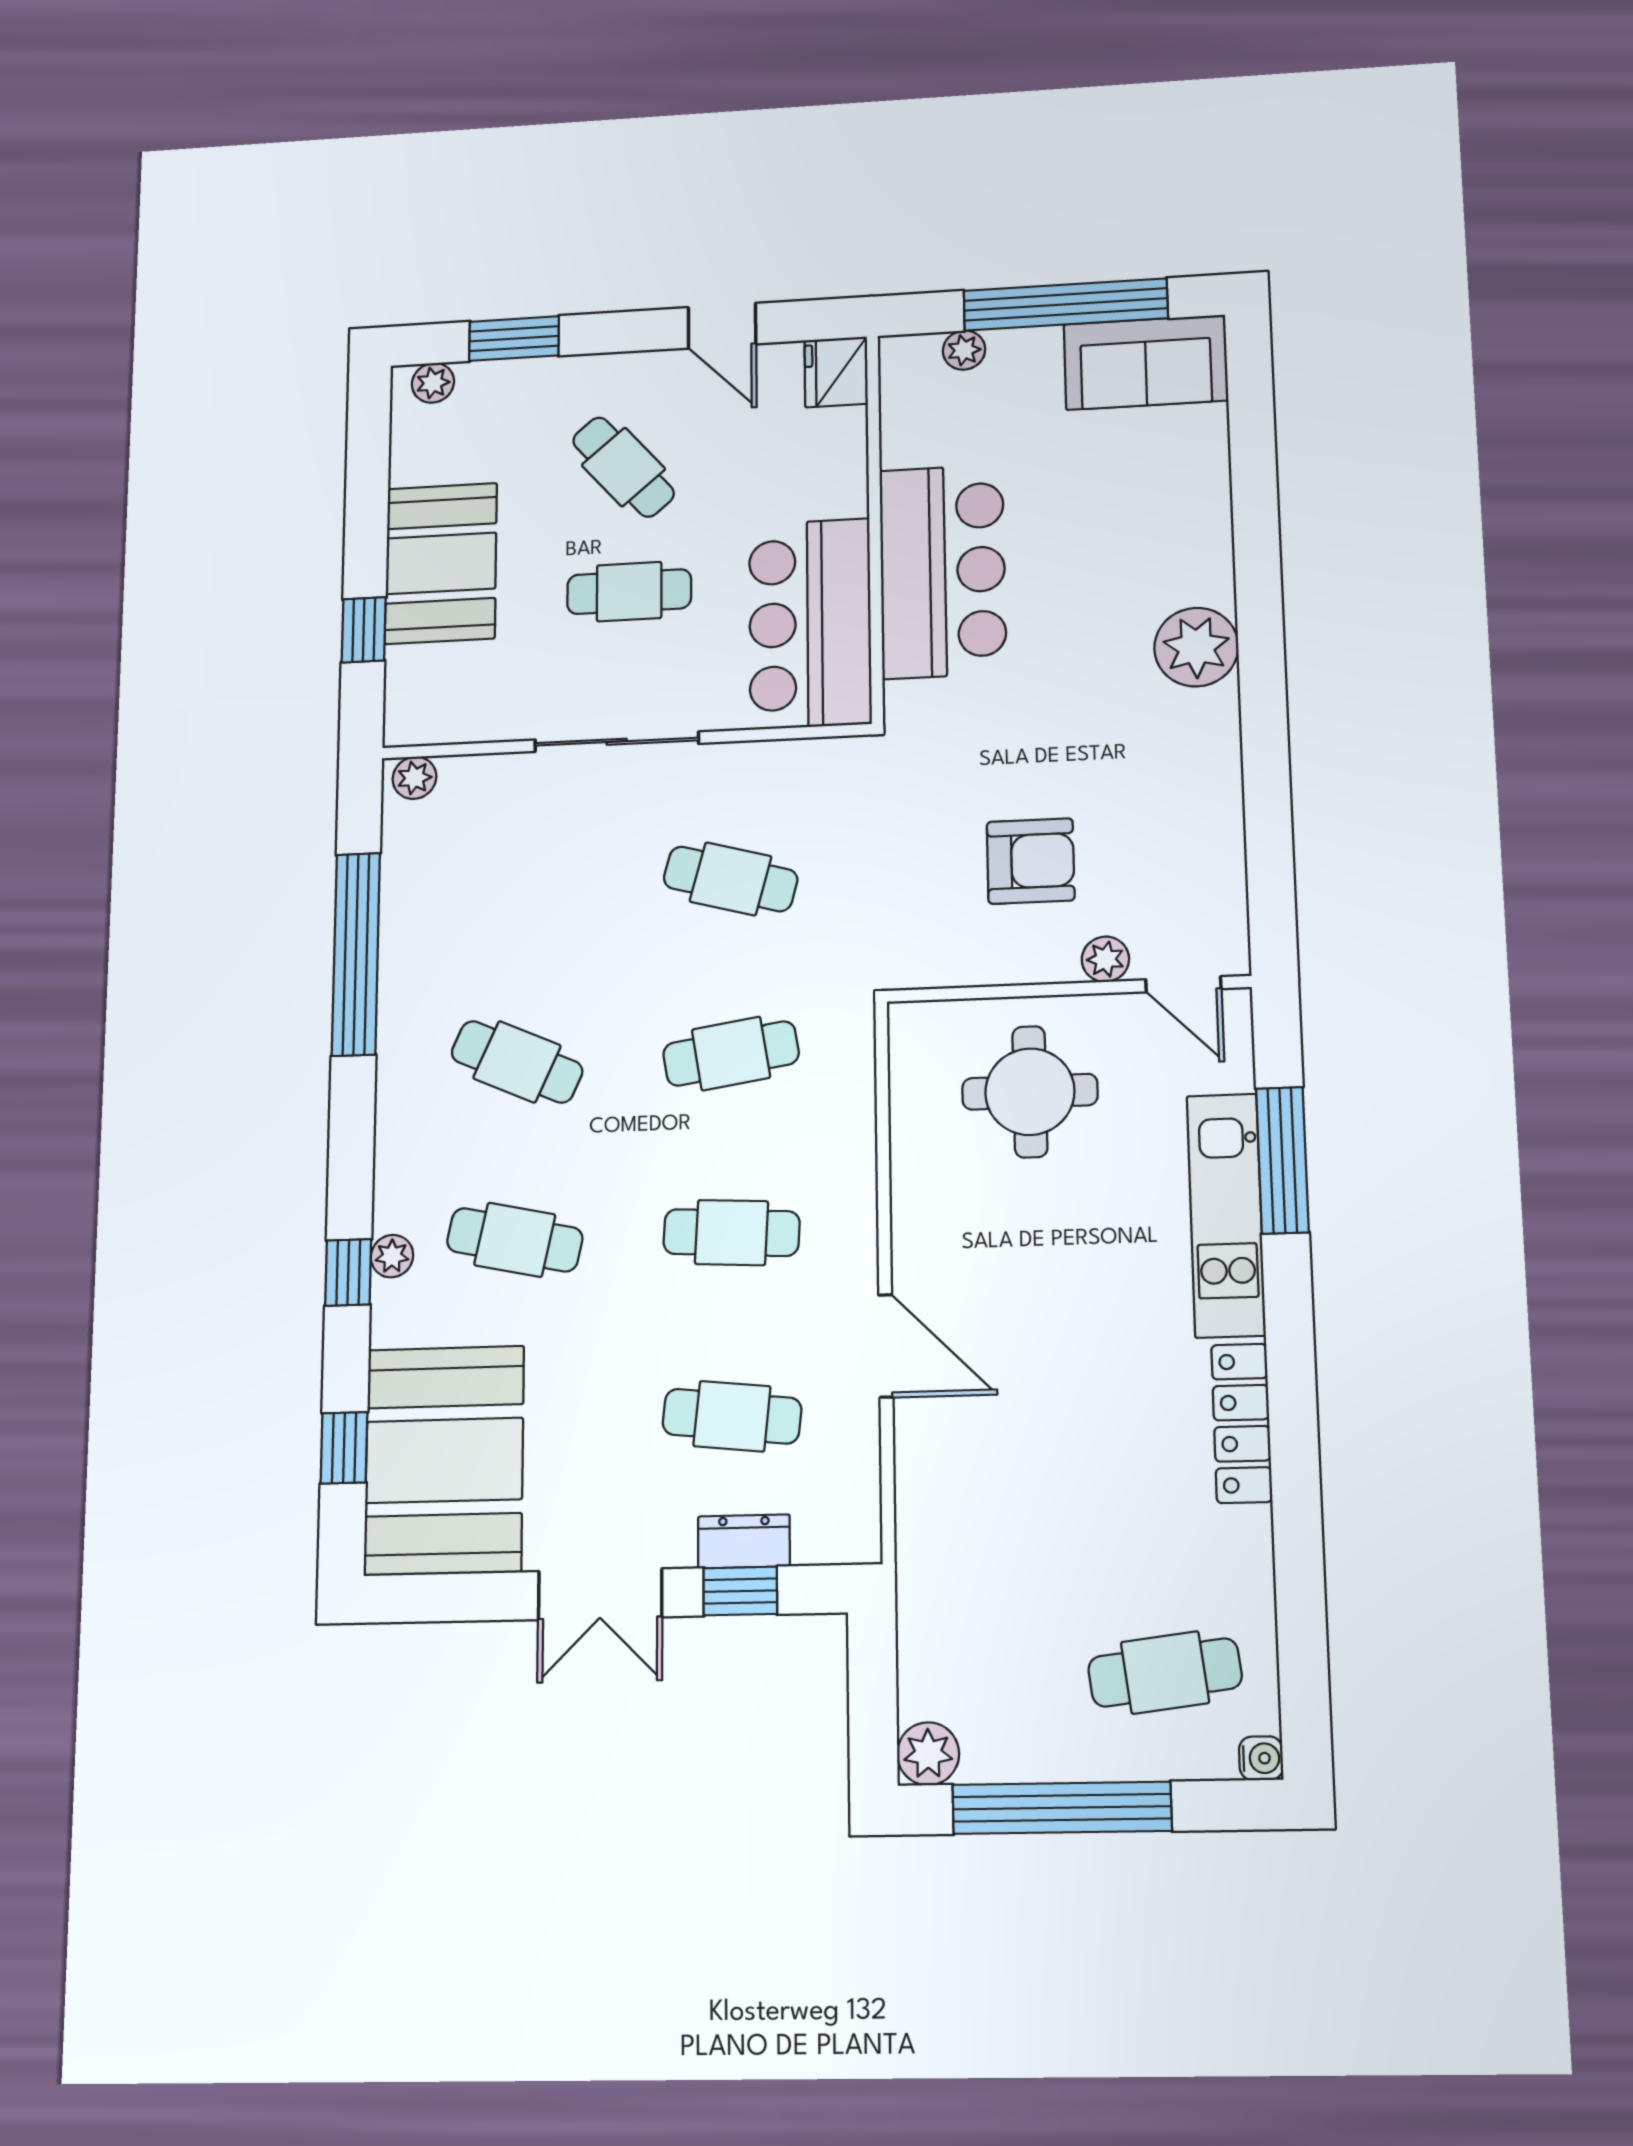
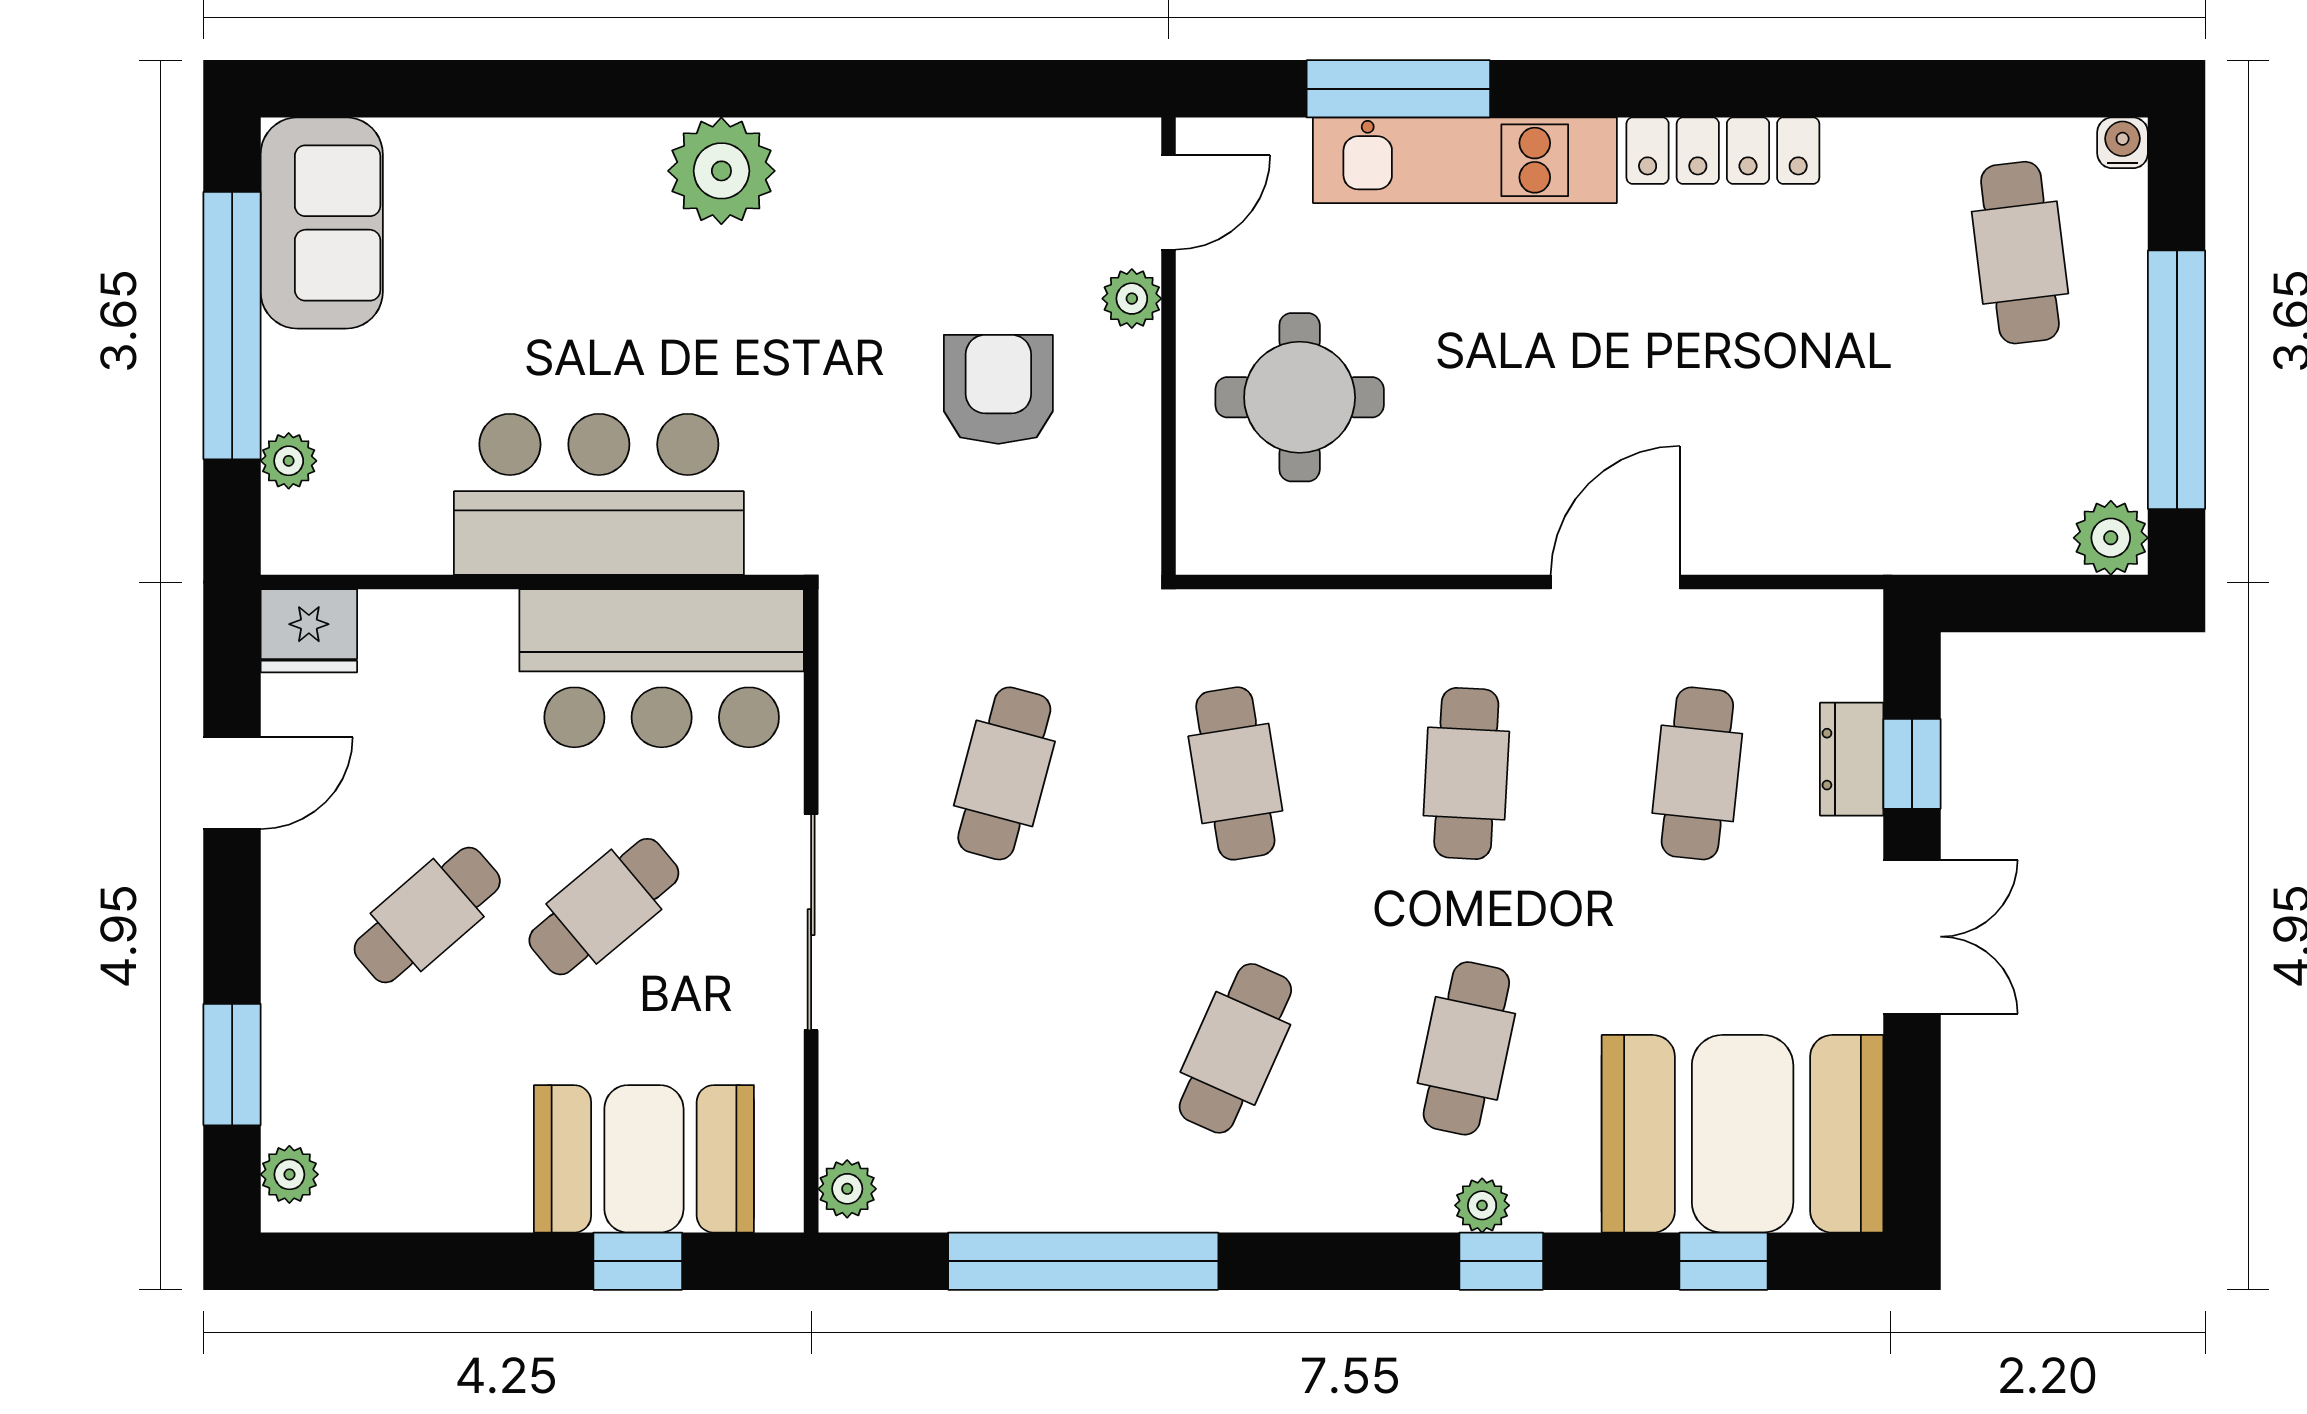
booth: (441, 563) -> (644, 1159), moved
cafe table: (629, 592) -> (604, 907), turned 50

